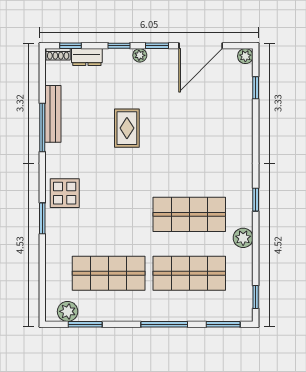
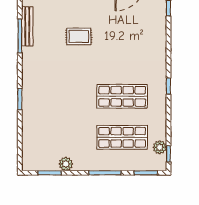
rug: (127, 128) -> (79, 36), turned 90
display table: (65, 193) -> (35, 82), removed
plant: (243, 238) -> (160, 147), moved
shop shelf: (109, 273) -> (66, 137), removed
plant: (68, 311) -> (66, 164), moved

